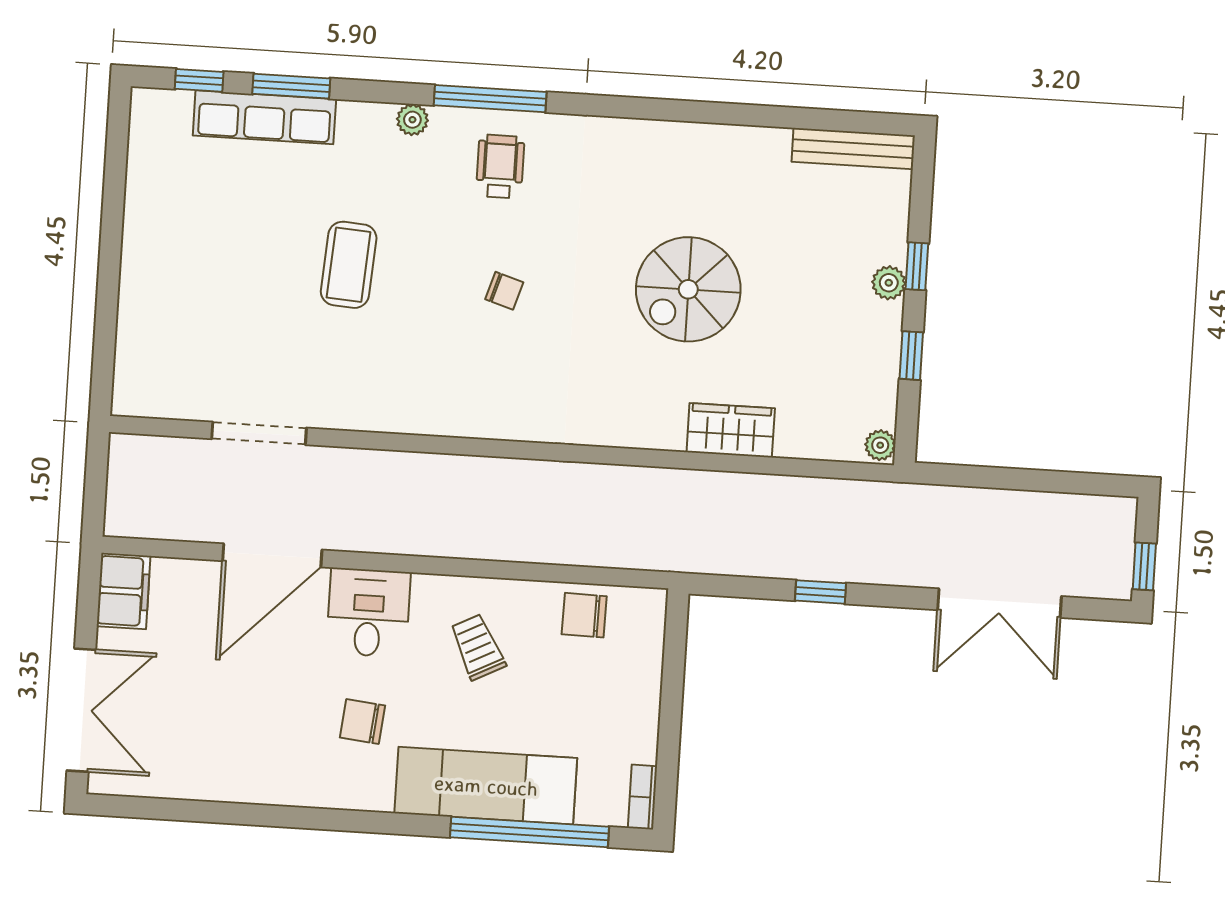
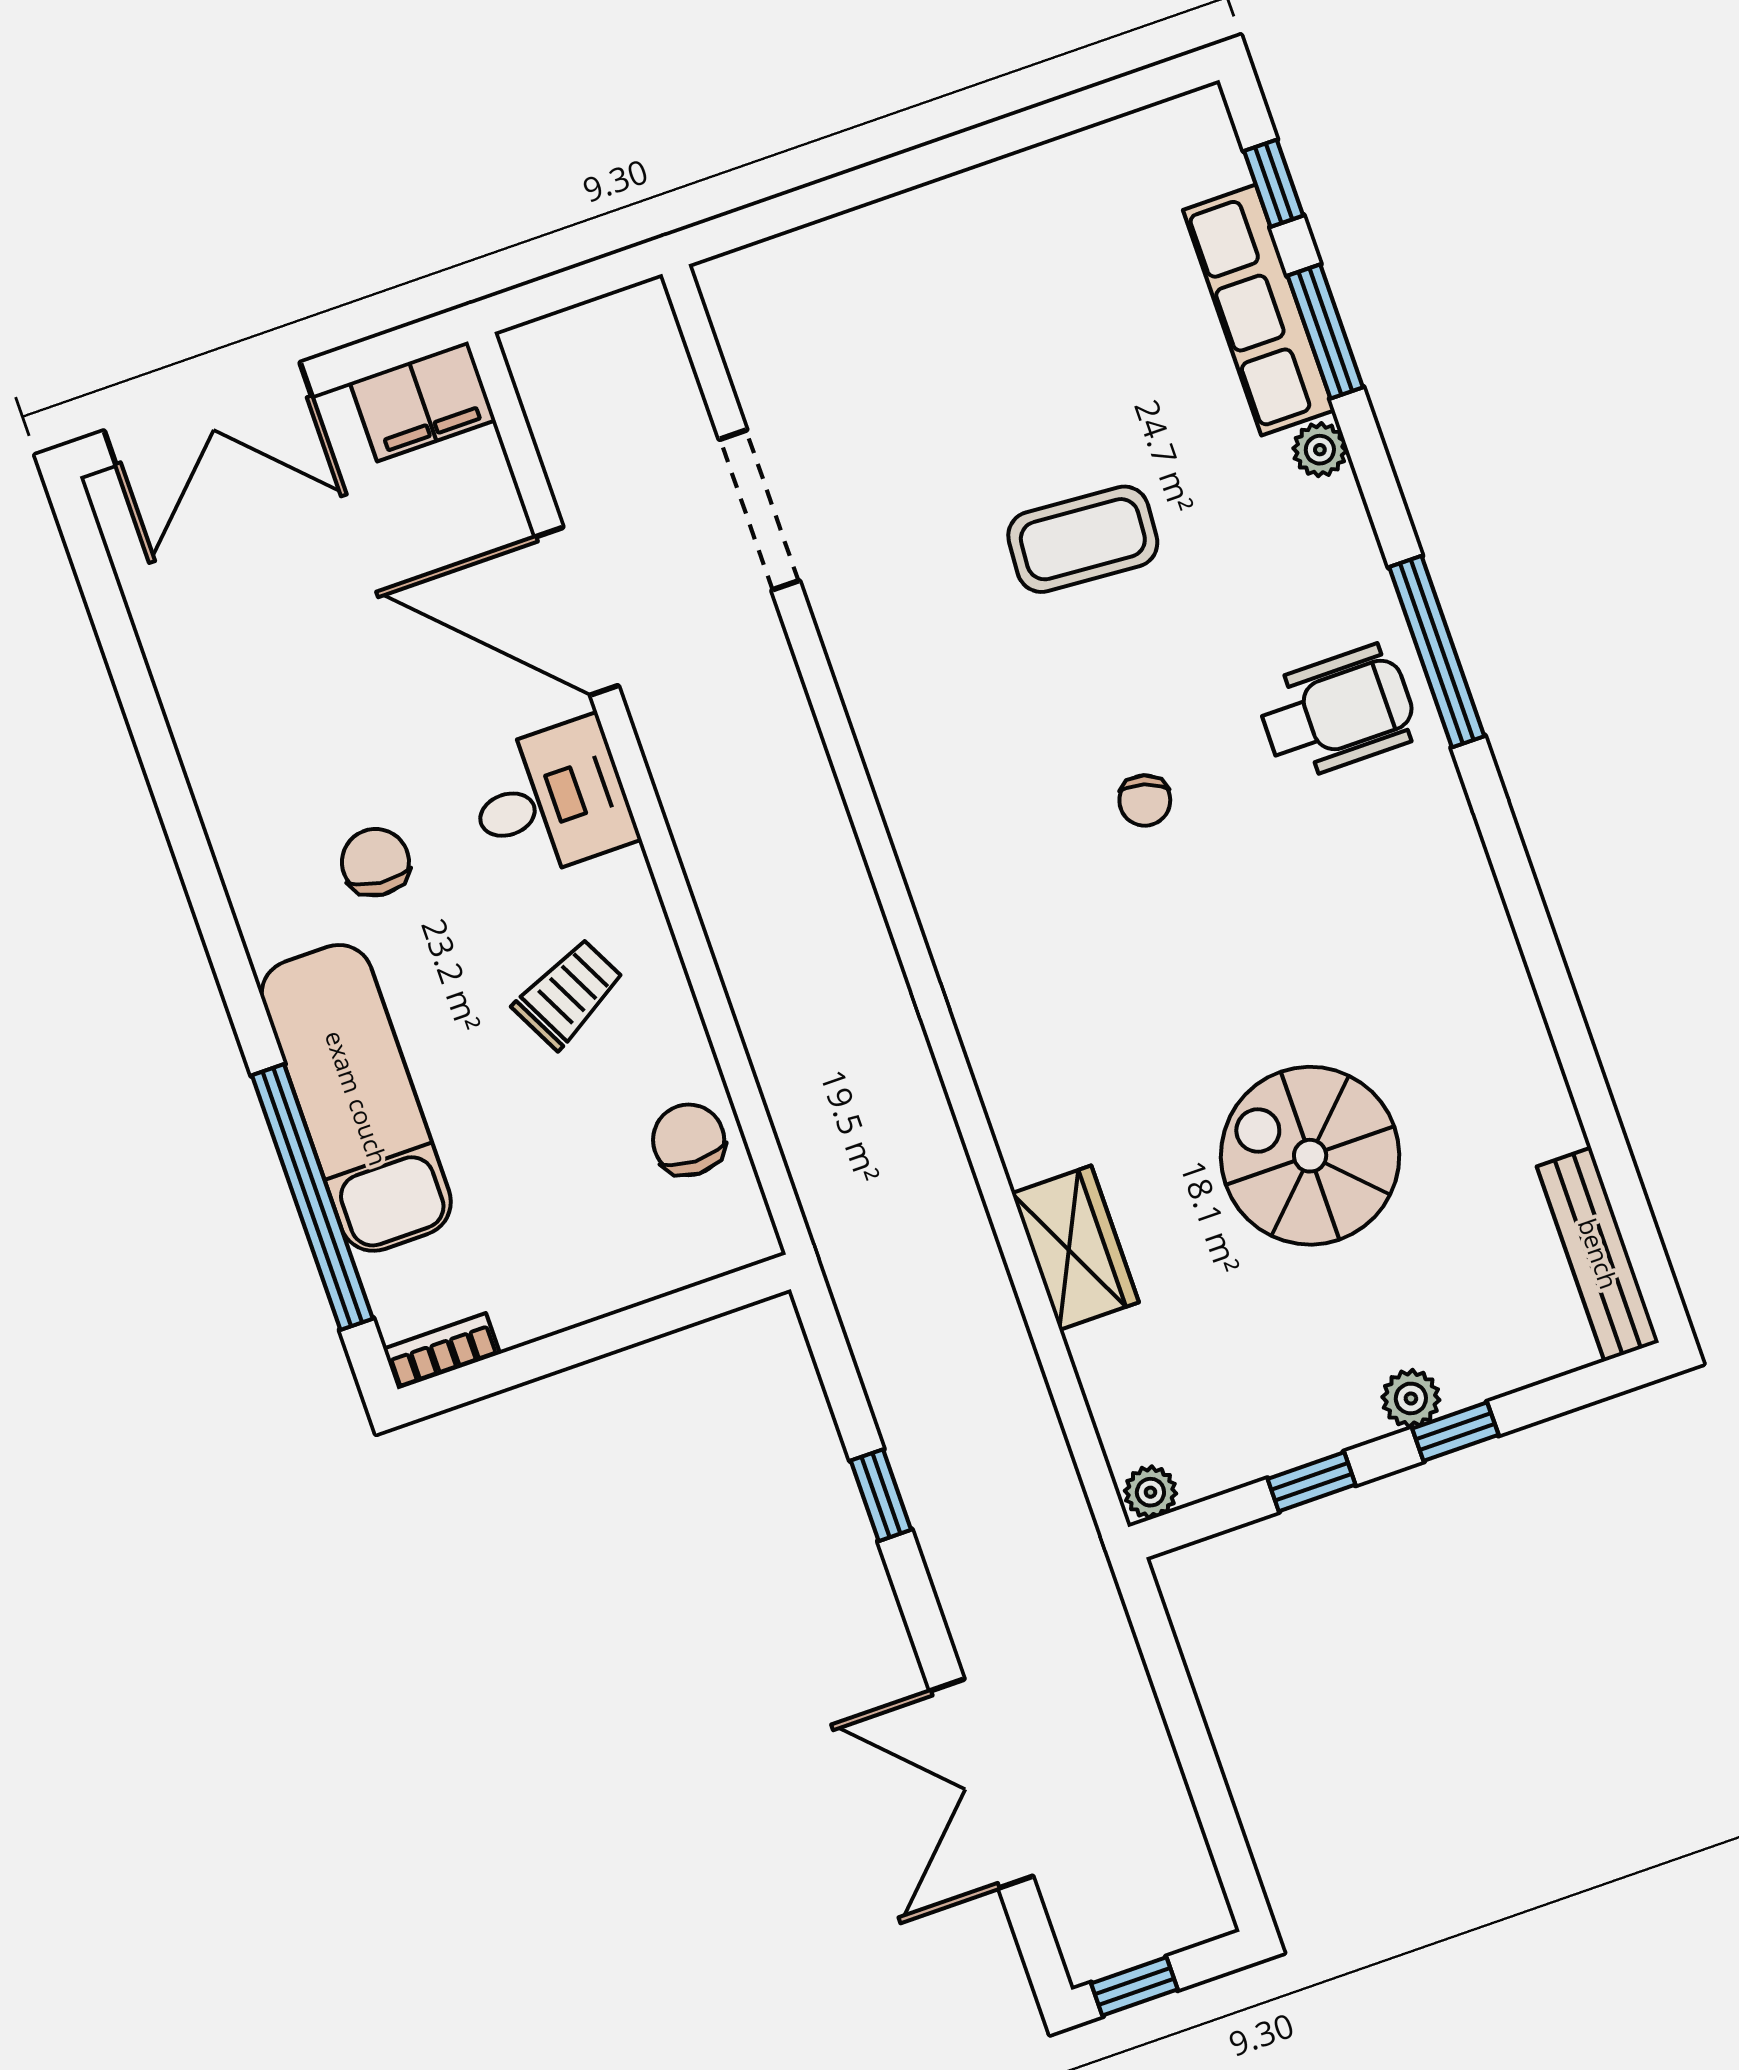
plant: (412, 120) -> (1320, 450), moved
wheelchair: (500, 166) -> (1337, 712), width x1.36, depth x1.37
spiral stairs: (688, 289) -> (1310, 1156), moved

